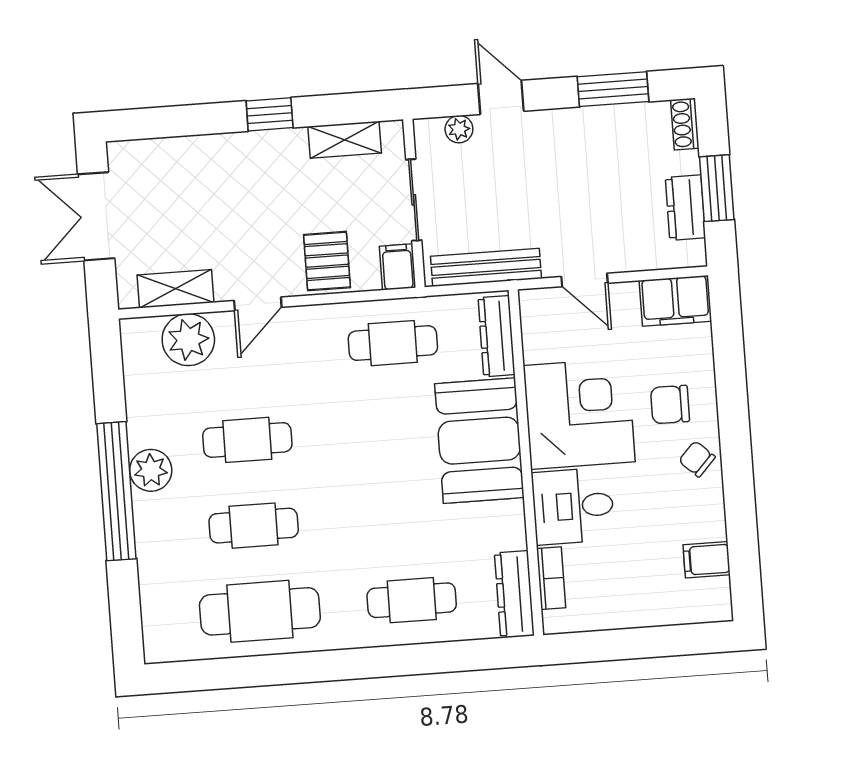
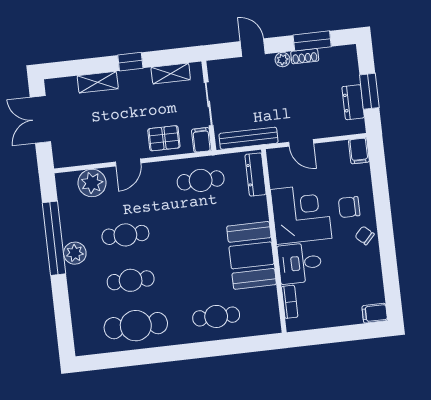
shoe rack: (685, 124) -> (305, 56), moved, turned -90
plant: (459, 129) -> (283, 60), moved
pallet: (327, 261) -> (164, 138), turned 90
shelving: (175, 289) -> (98, 82), moved
filing cabinet: (675, 301) -> (359, 151), width x0.50
booth: (479, 441) -> (251, 255), moved
window: (116, 491) -> (54, 238), moved
filing cabinet: (707, 560) -> (375, 313), moved
dresser: (514, 594) -> (270, 311), removed

